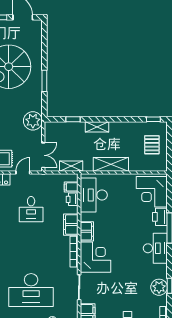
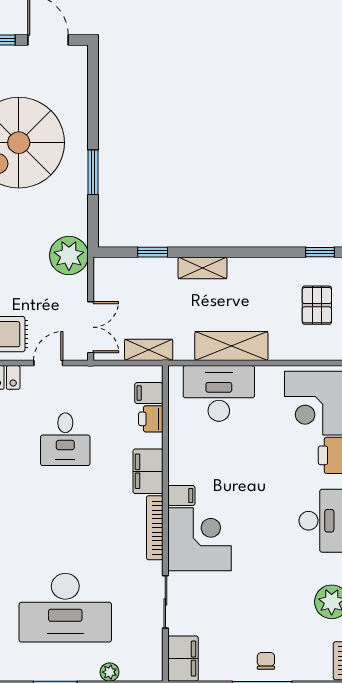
desk: (94, 195) -> (219, 393), moved, turned 90
filing cabinet: (87, 231) -> (181, 495), width x0.50

